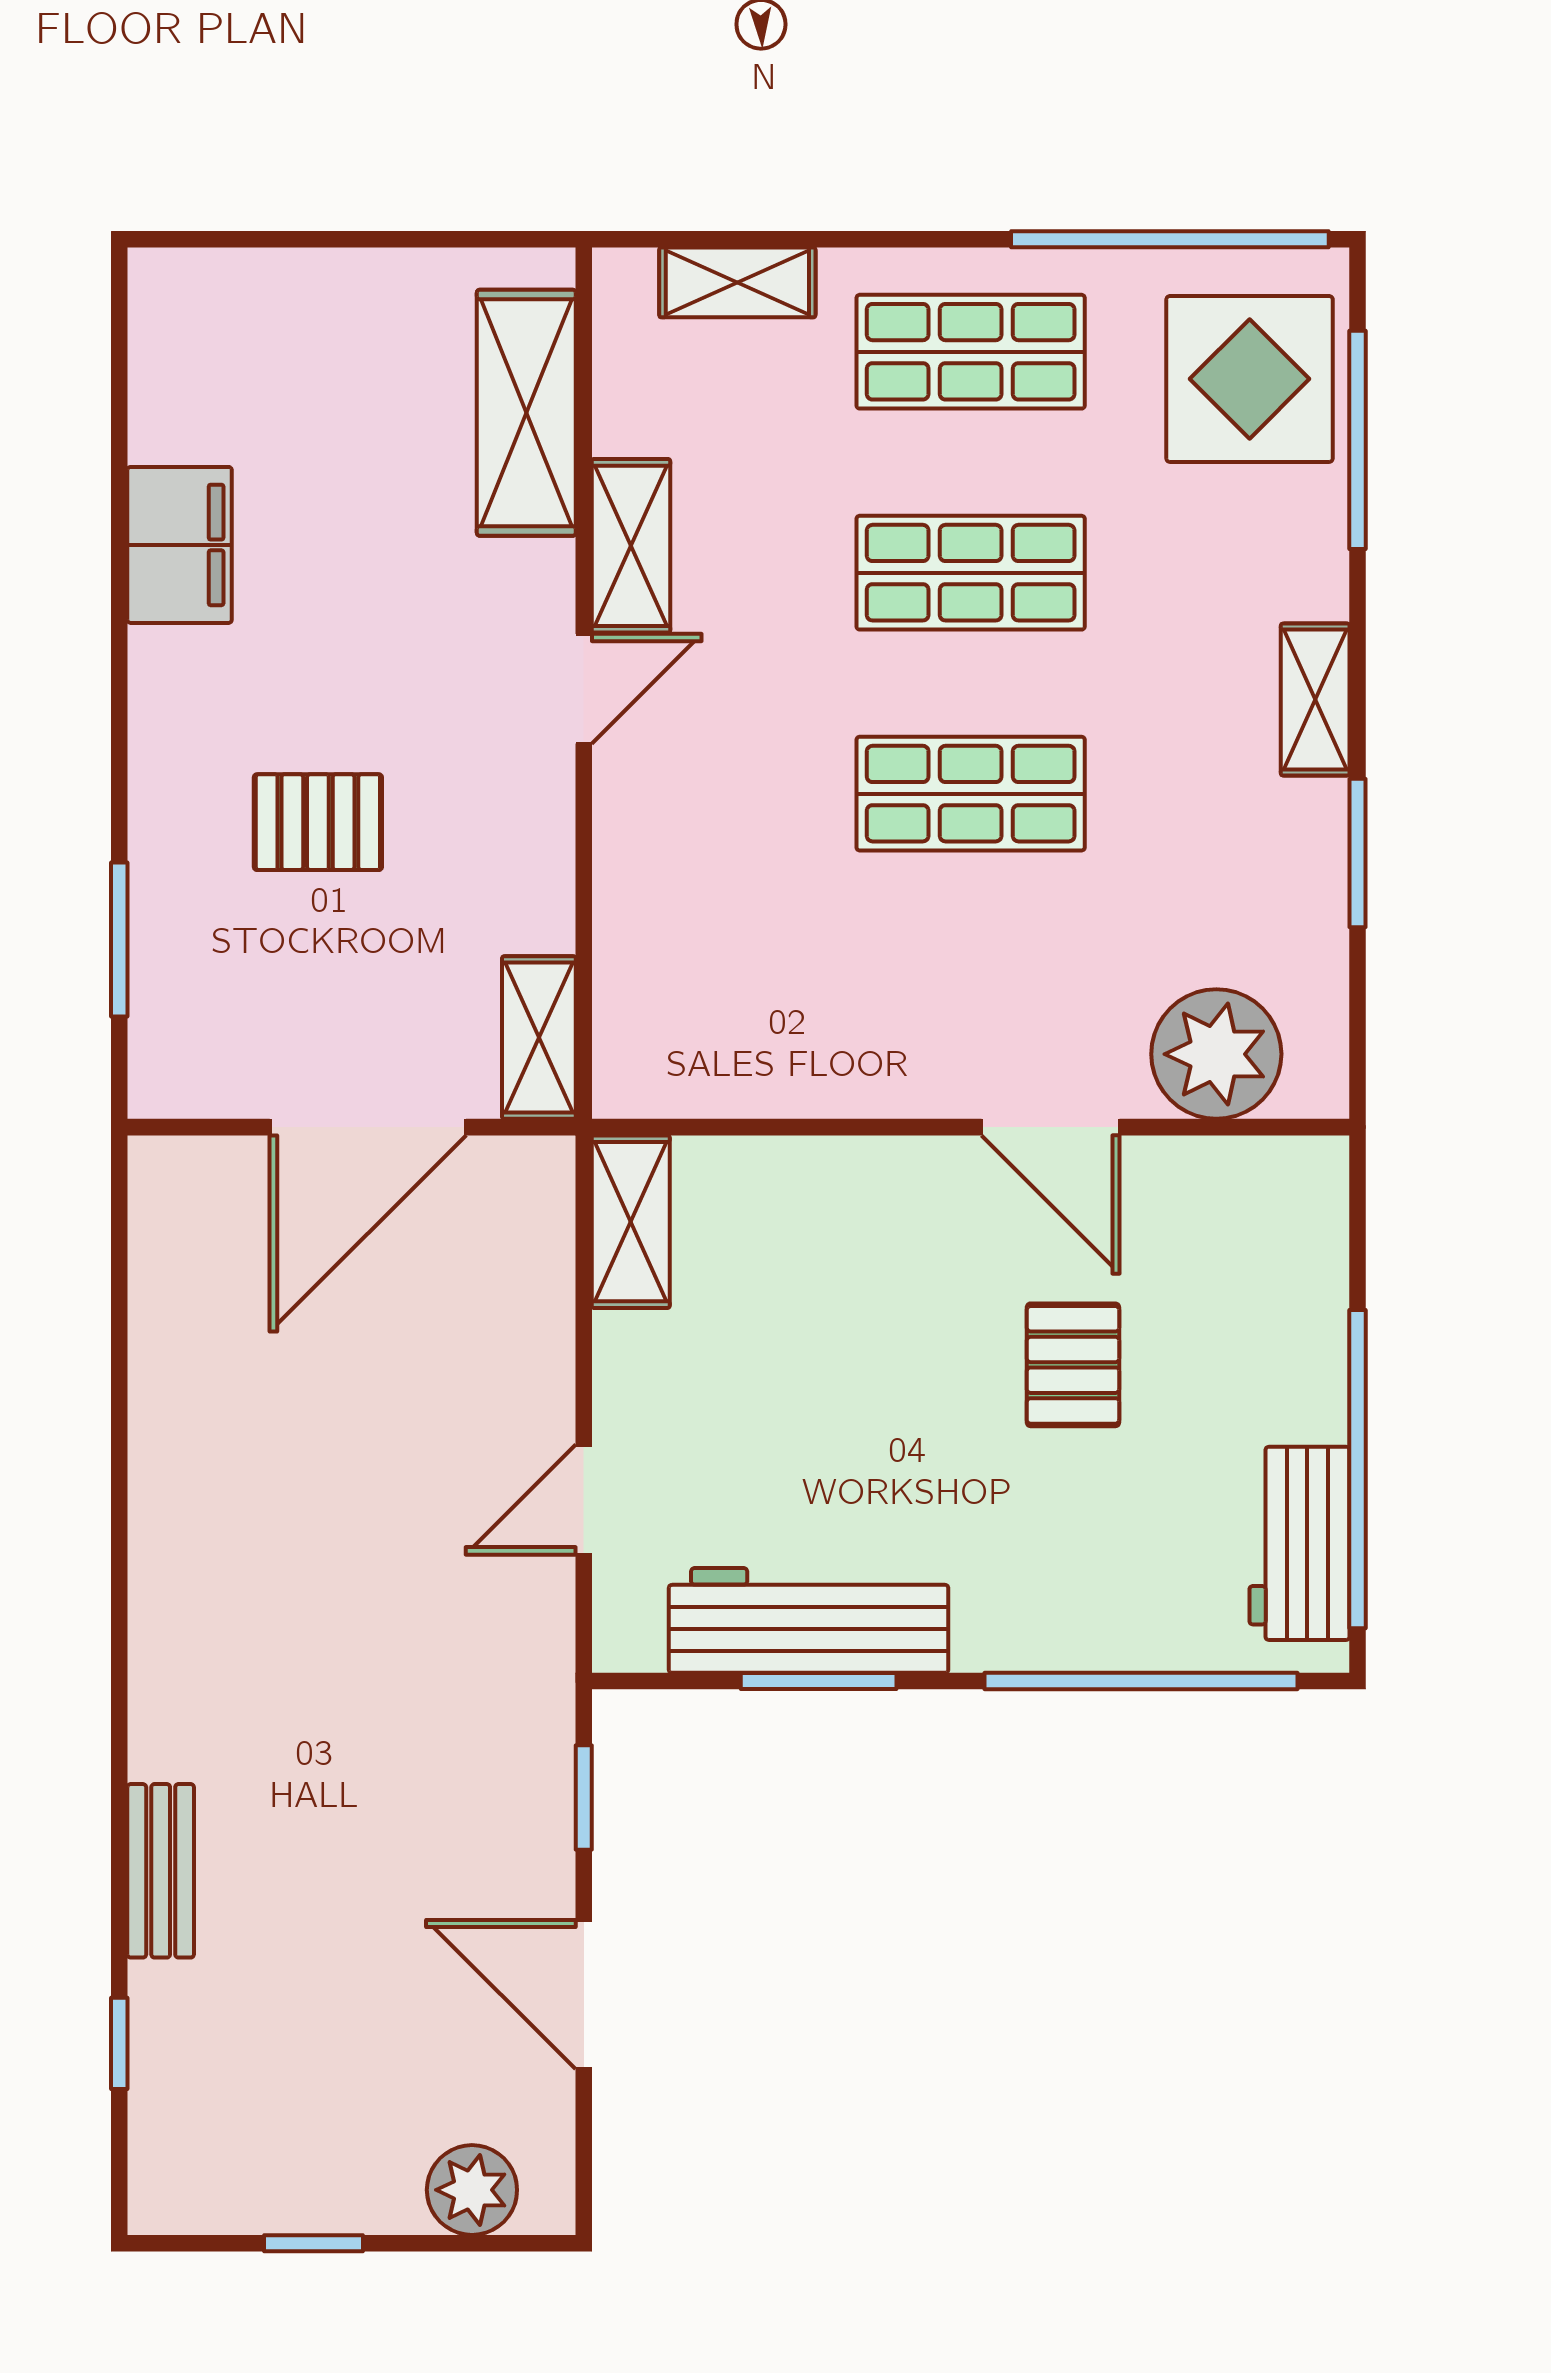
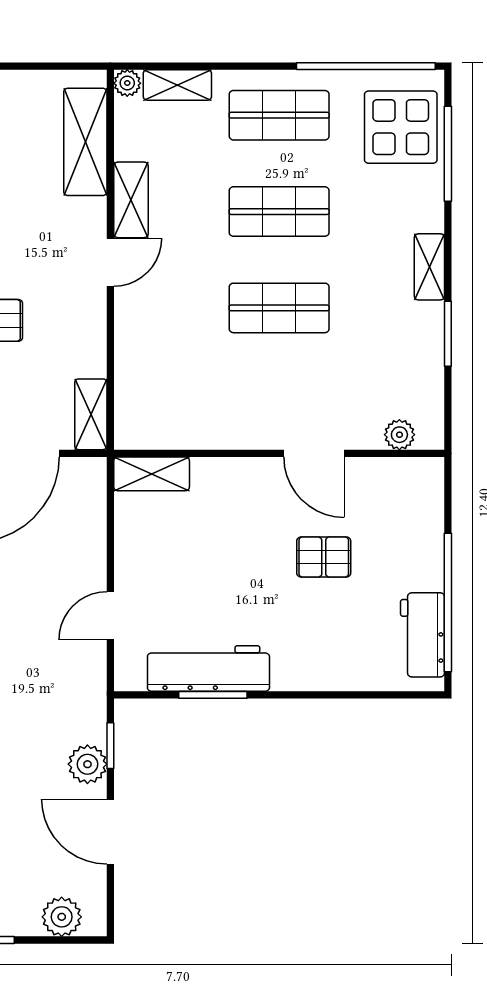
plant: (622, 278) -> (127, 83), added
plant: (1216, 1054) -> (399, 435), width x0.53, depth x0.53
shelving: (631, 1222) -> (152, 474), moved, turned 90
pallet: (1073, 1365) -> (324, 557), turned 90
window: (1141, 1681) -> (353, 695), removed
plant: (531, 1840) -> (87, 764), added

